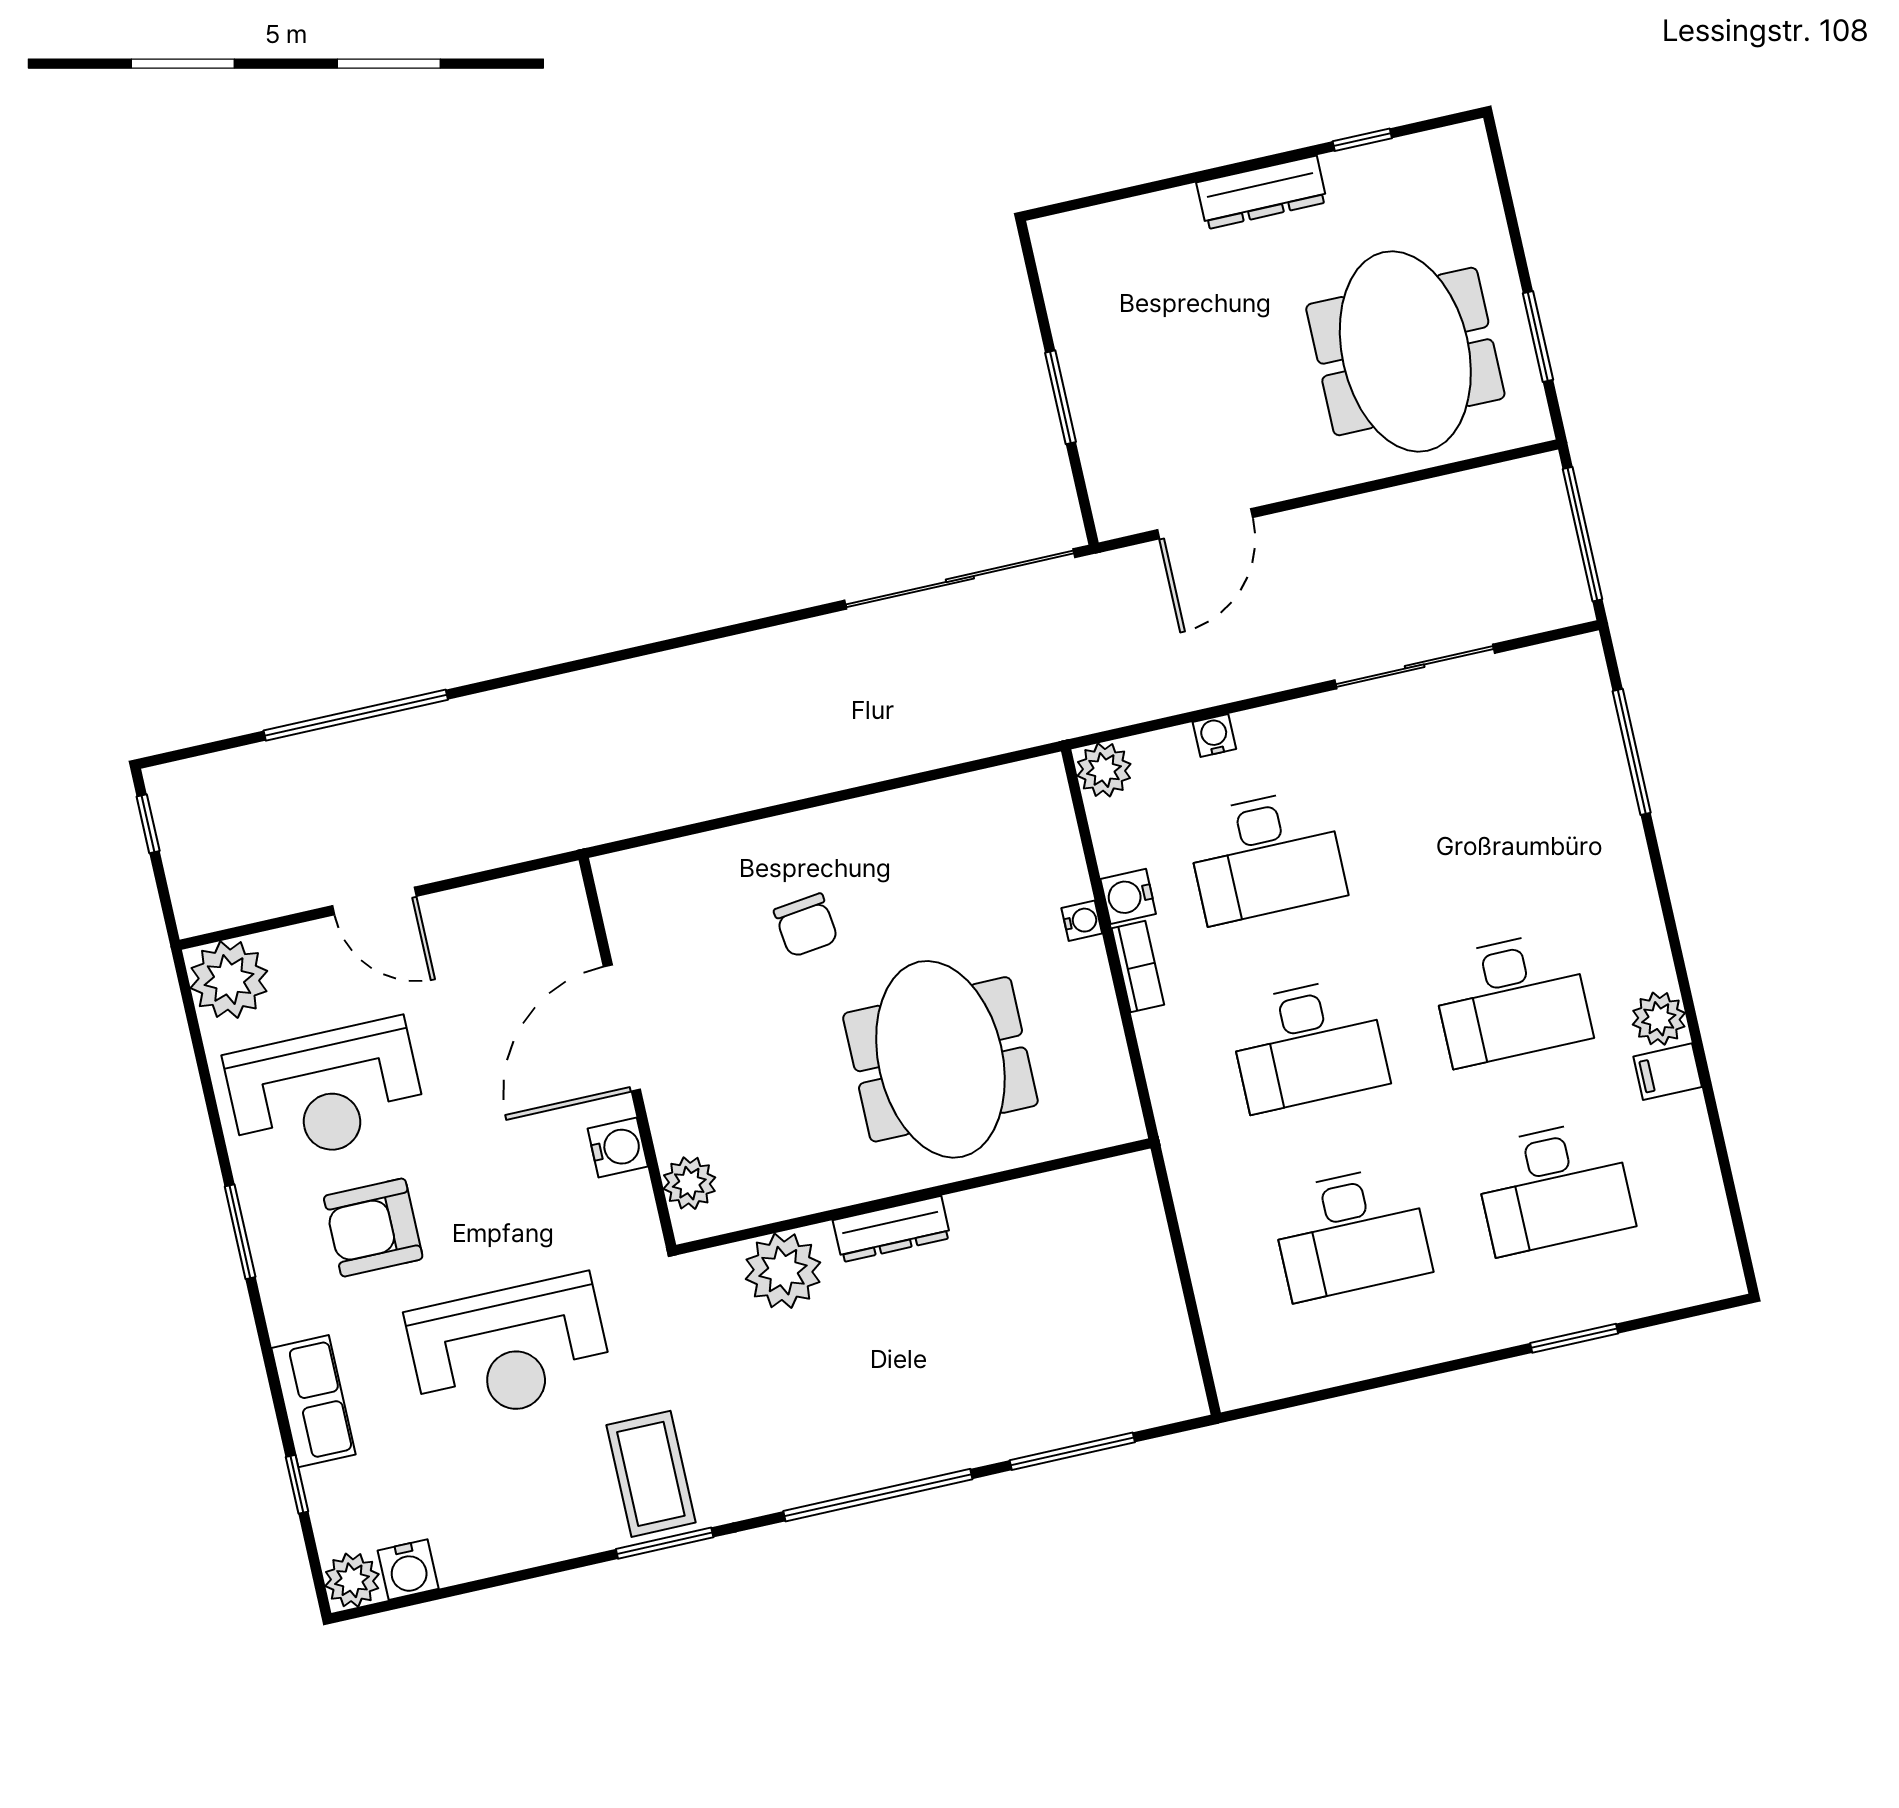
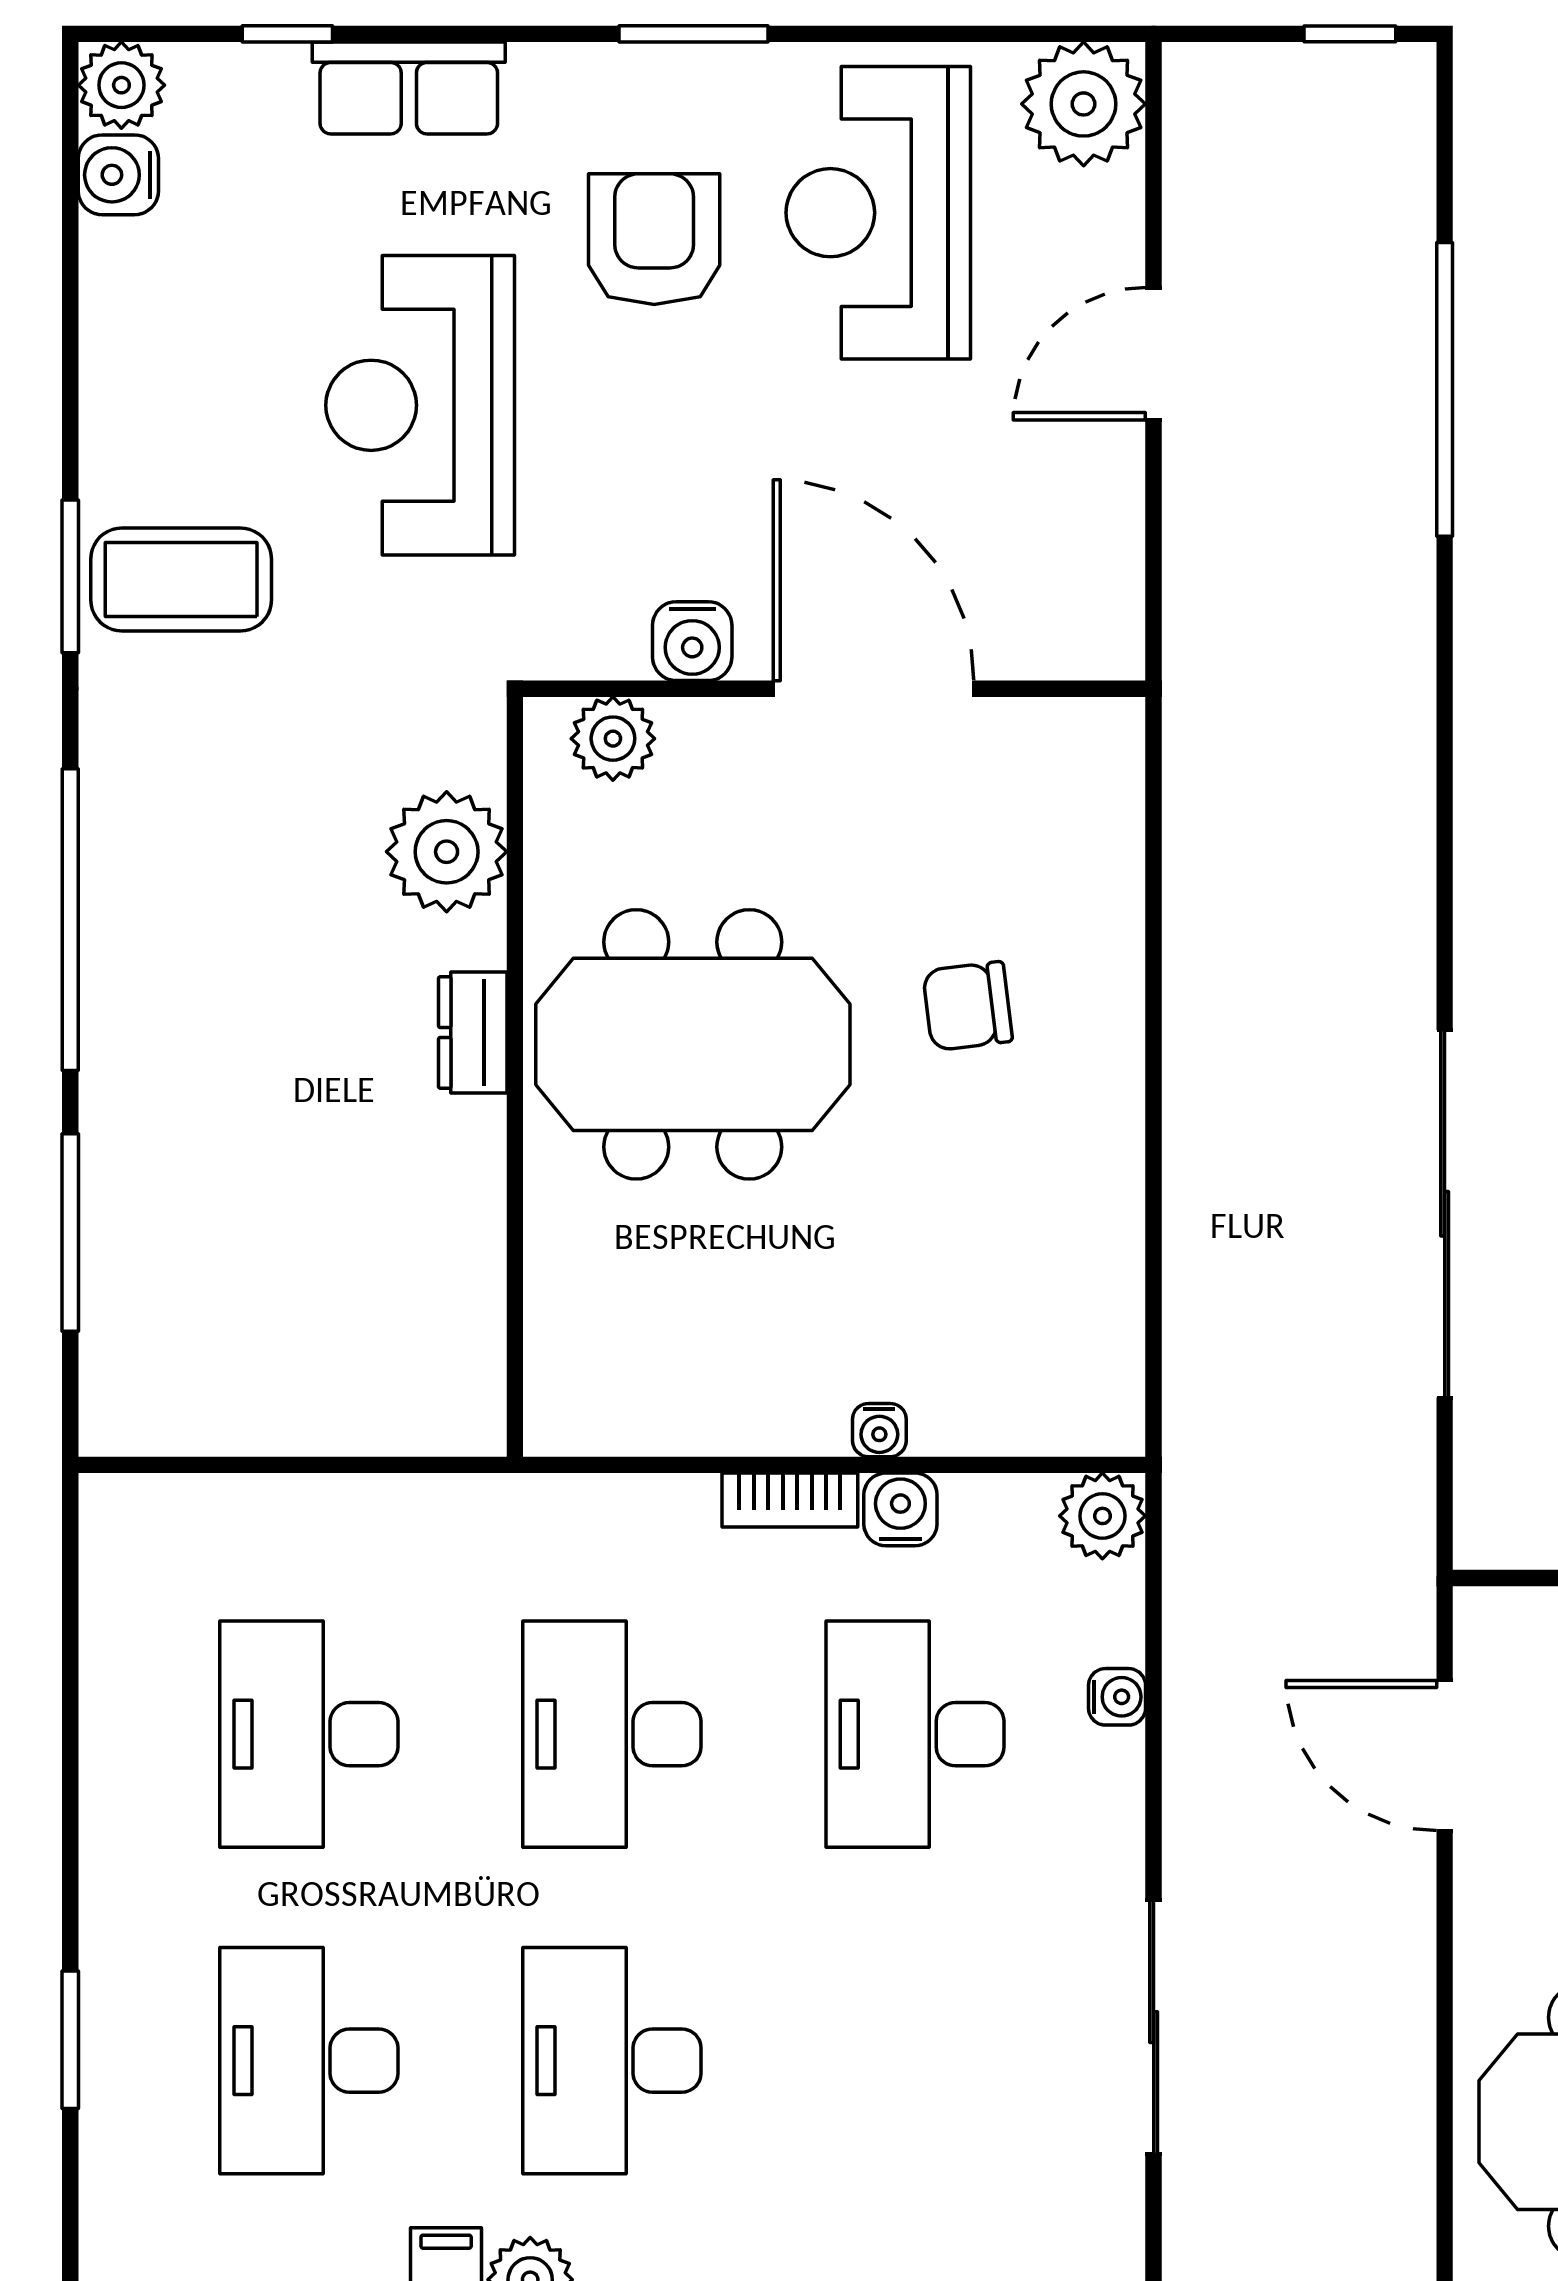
sliding door: (960, 579) -> (1445, 1214), moved
meeting table: (940, 1059) -> (693, 1044), moved
dresser: (892, 1229) -> (473, 1032), width x0.70

